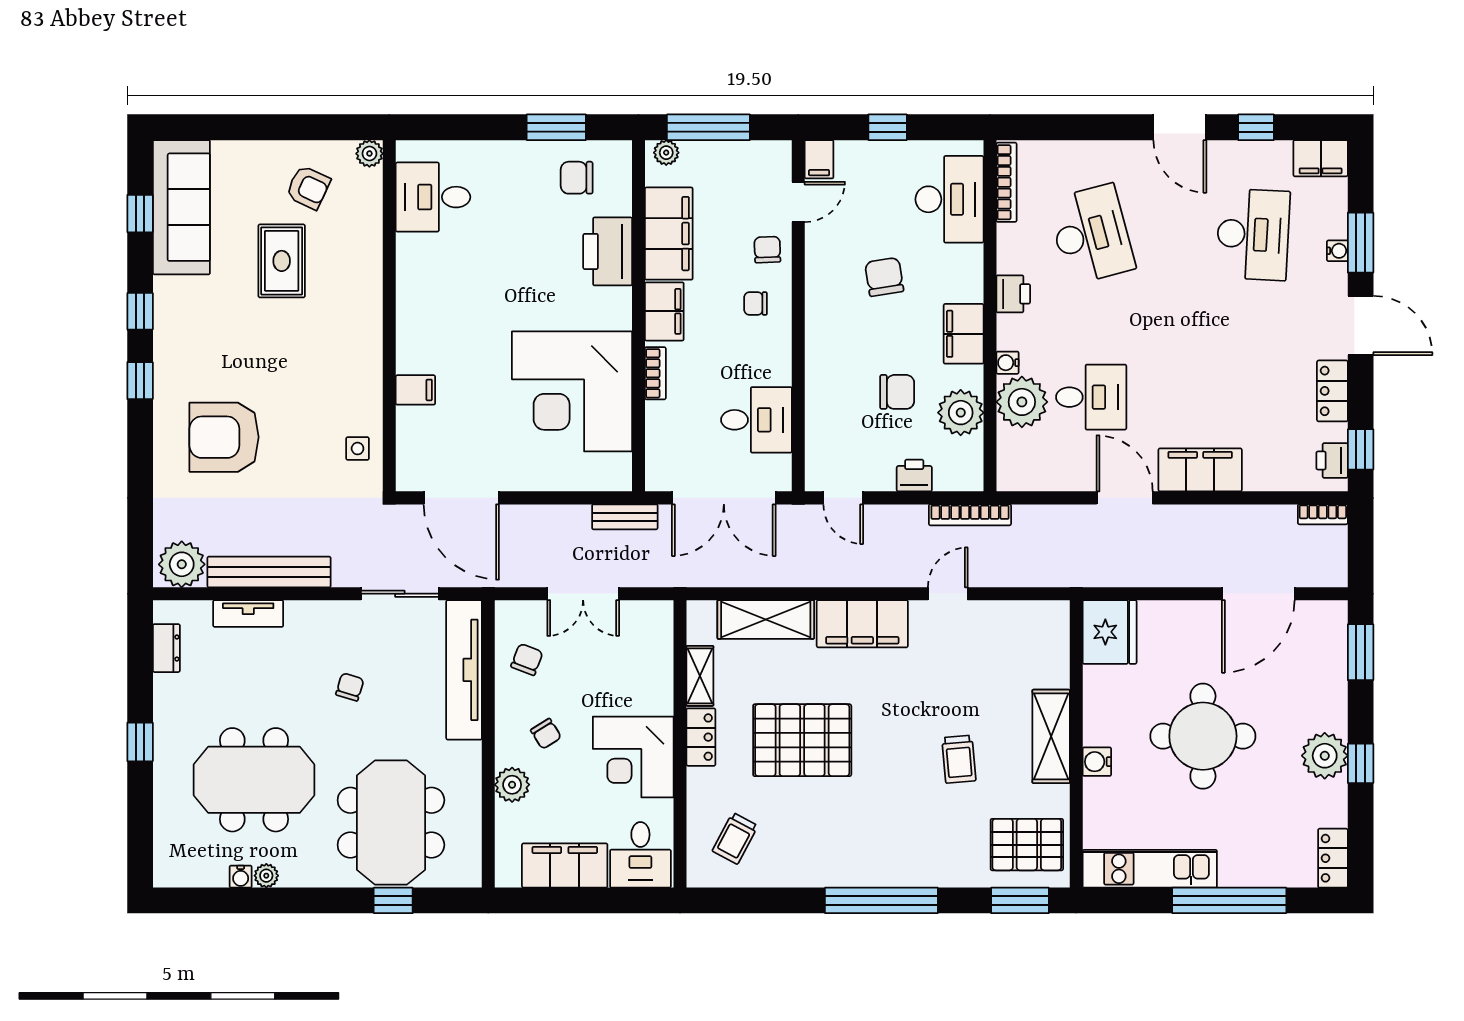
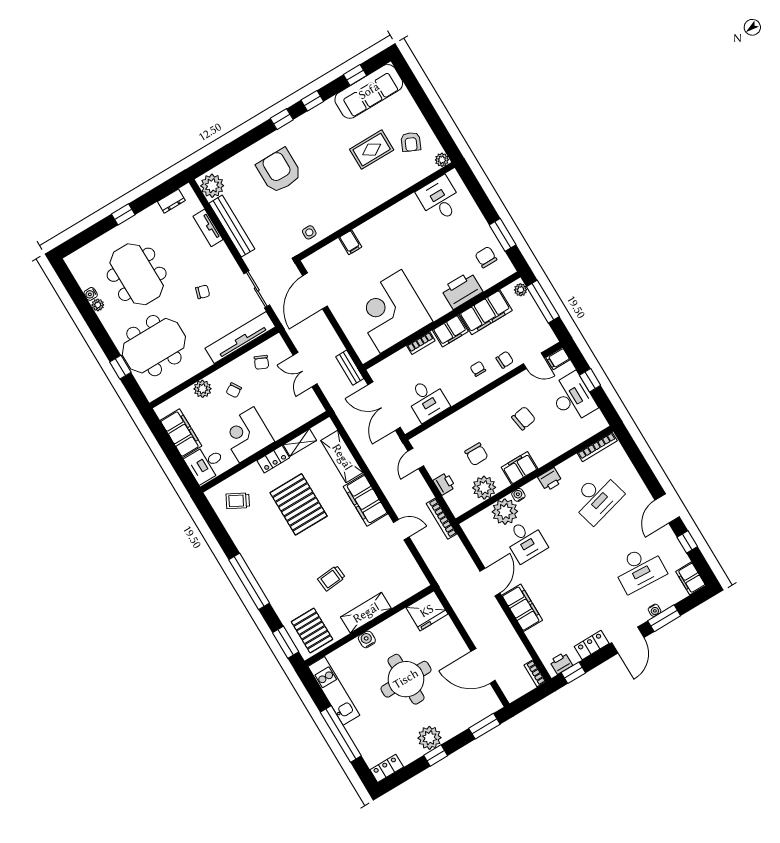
desk: (949, 199) -> (573, 398), moved, turned -90
chair: (527, 659) -> (261, 362), turned 93

